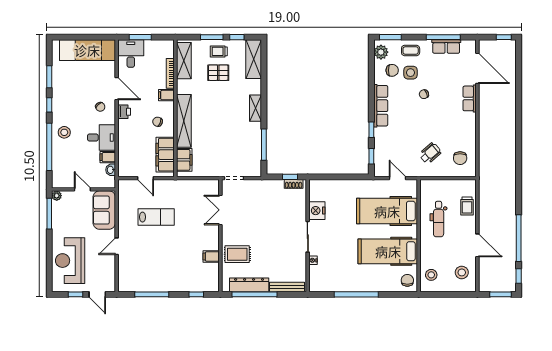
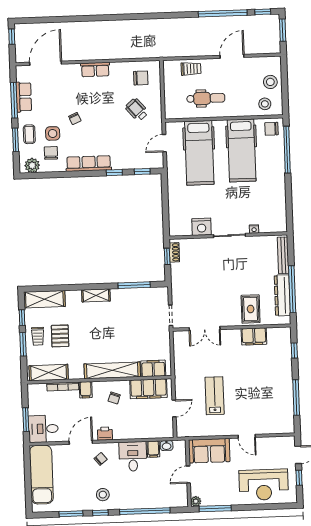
window: (390, 37) -> (15, 140), moved
row of seats: (470, 98) -> (95, 70), moved
stool: (64, 132) -> (103, 495), moved
filing cabinet: (211, 256) -> (254, 336), width x2.00
stool: (462, 272) -> (270, 82), moved
window: (356, 294) -> (287, 150), moved

